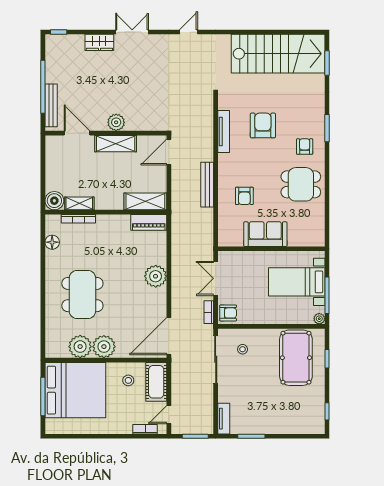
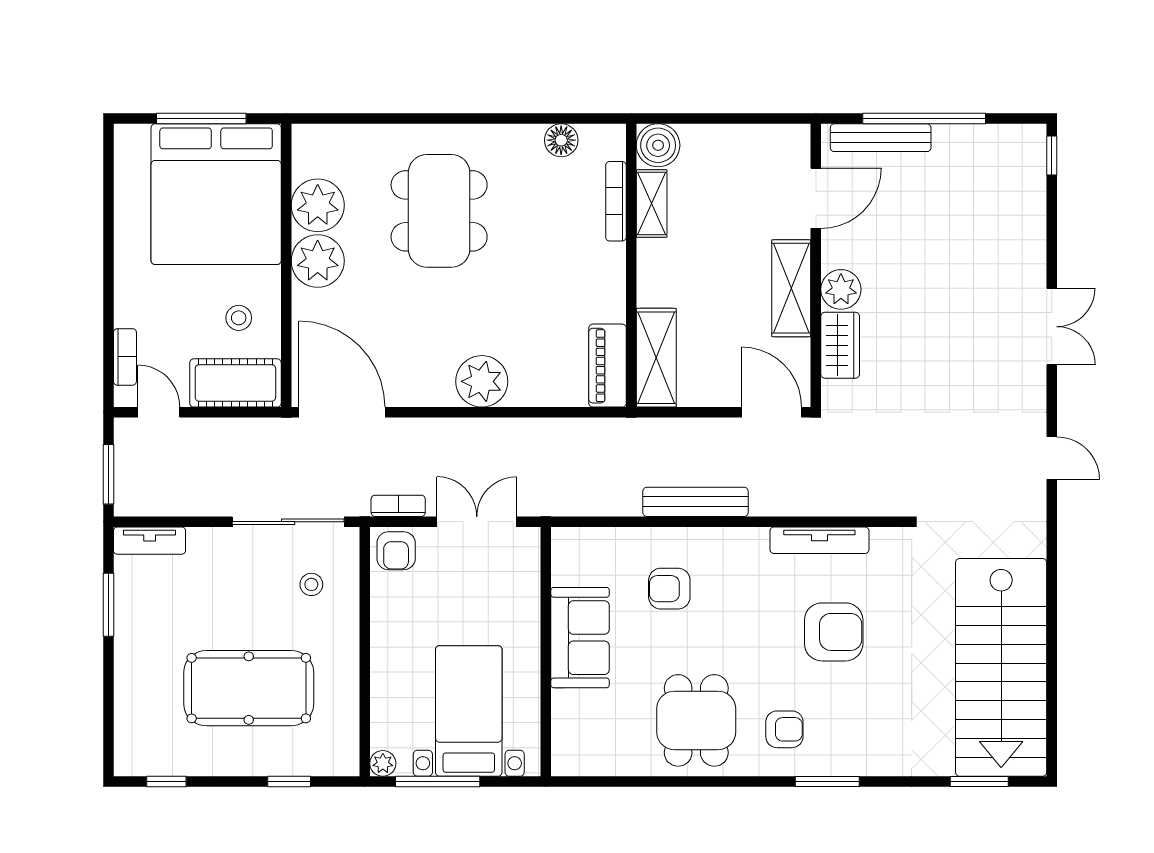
wardrobe: (99, 42) -> (840, 345), moved, turned 180
dining table: (82, 295) -> (439, 211), turned 90
pool table: (296, 358) -> (249, 688), moved

